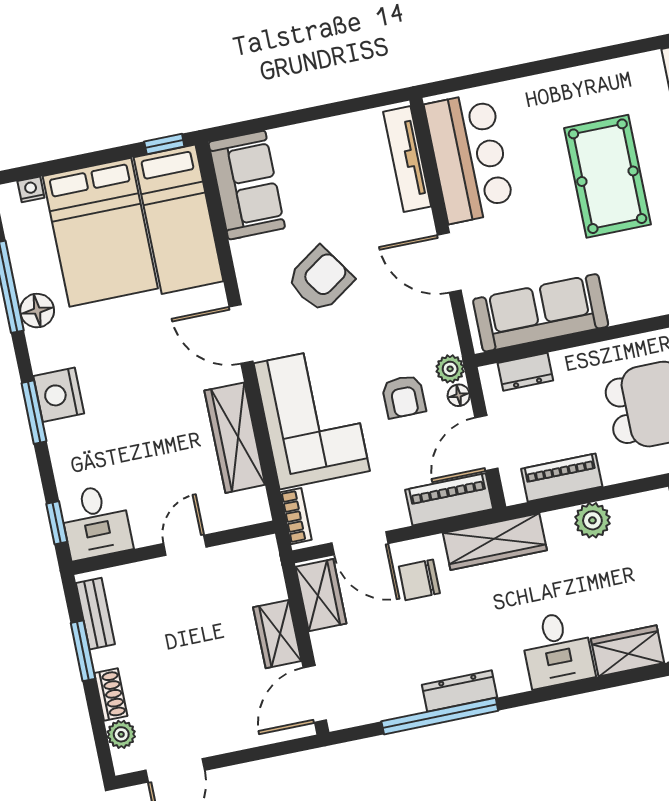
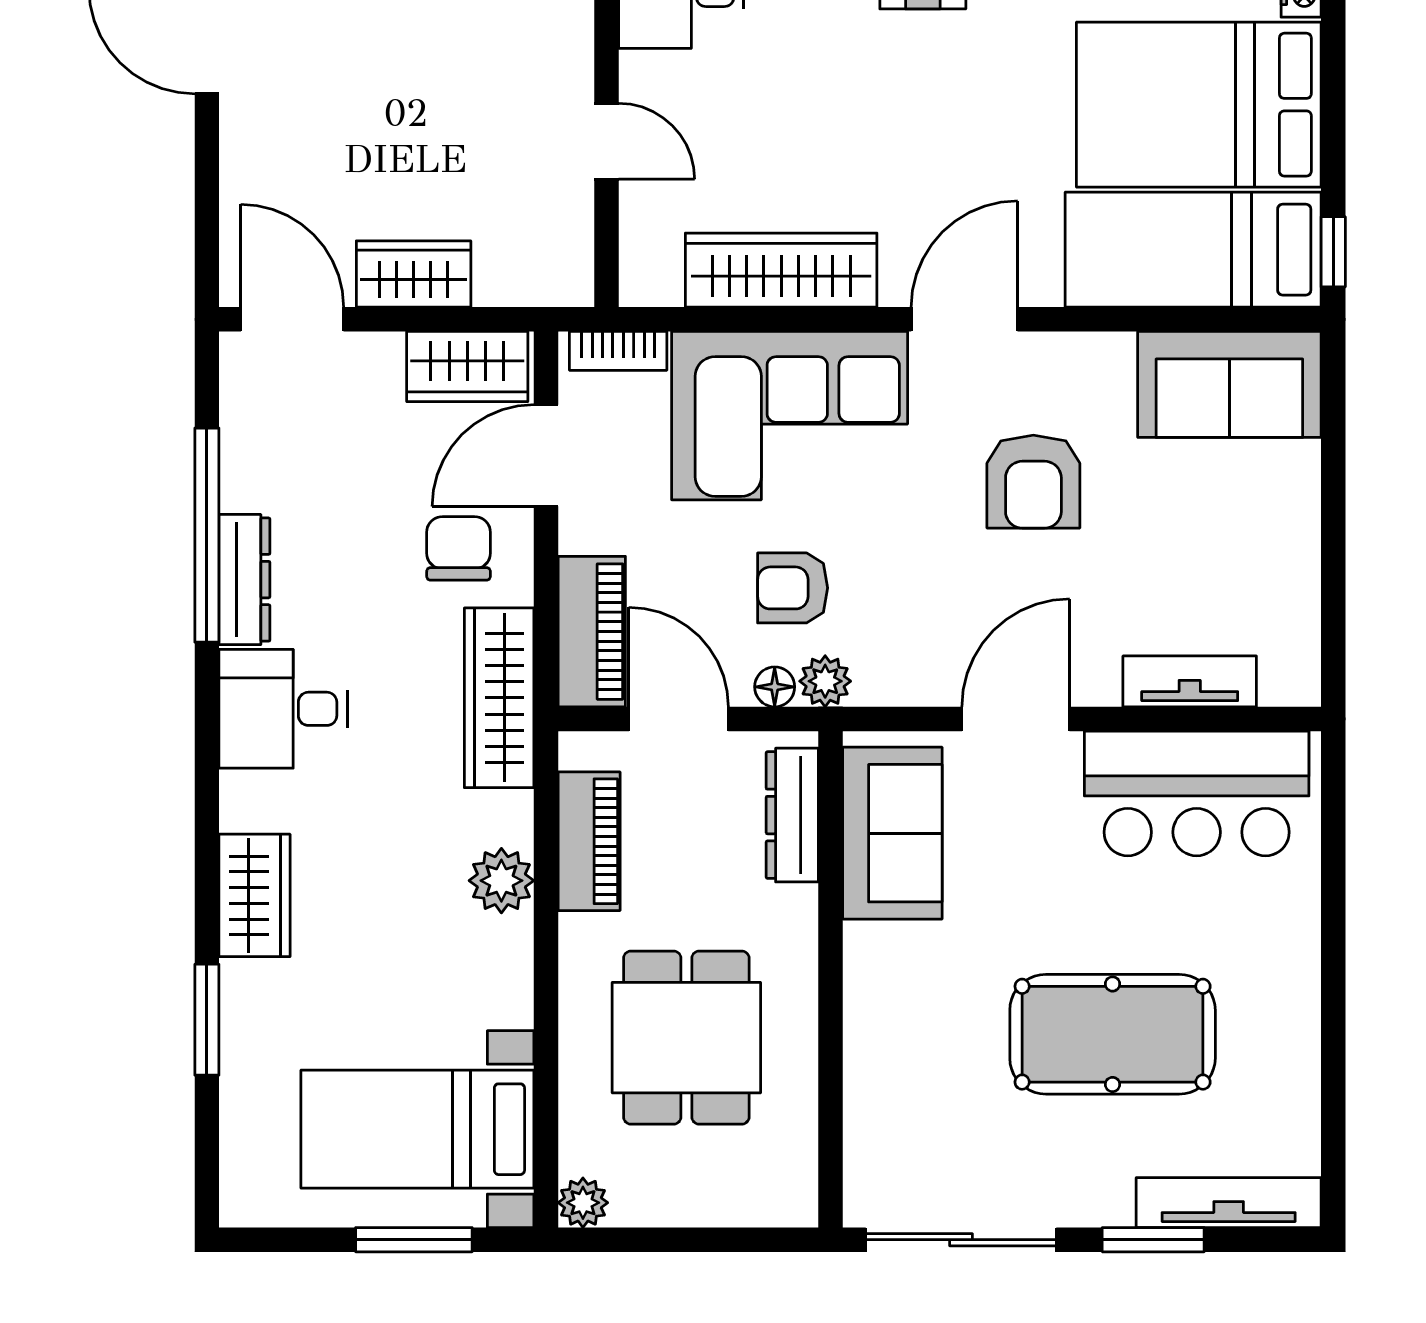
tv unit: (407, 159) -> (1190, 681), width x0.71
armchair: (320, 279) -> (1033, 482), turned 34
sofa: (541, 313) -> (892, 833), width x0.73
dresser: (525, 372) -> (792, 815), width x1.44
desk: (557, 649) -> (283, 709), moved

